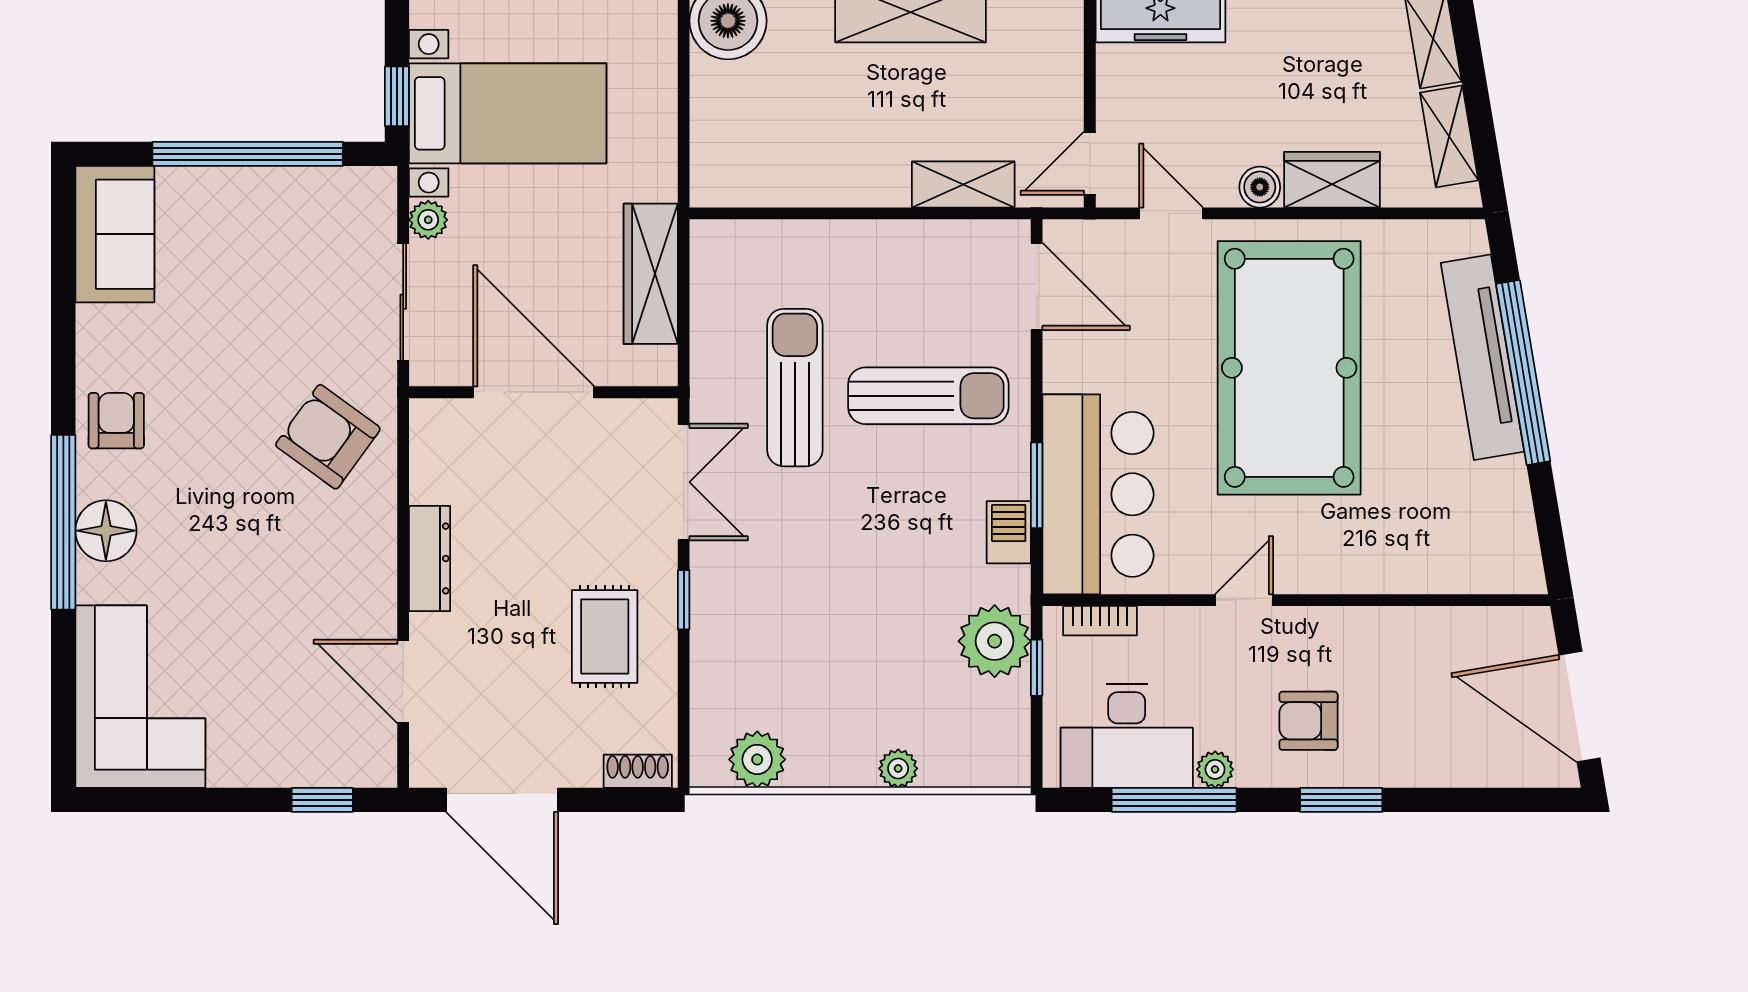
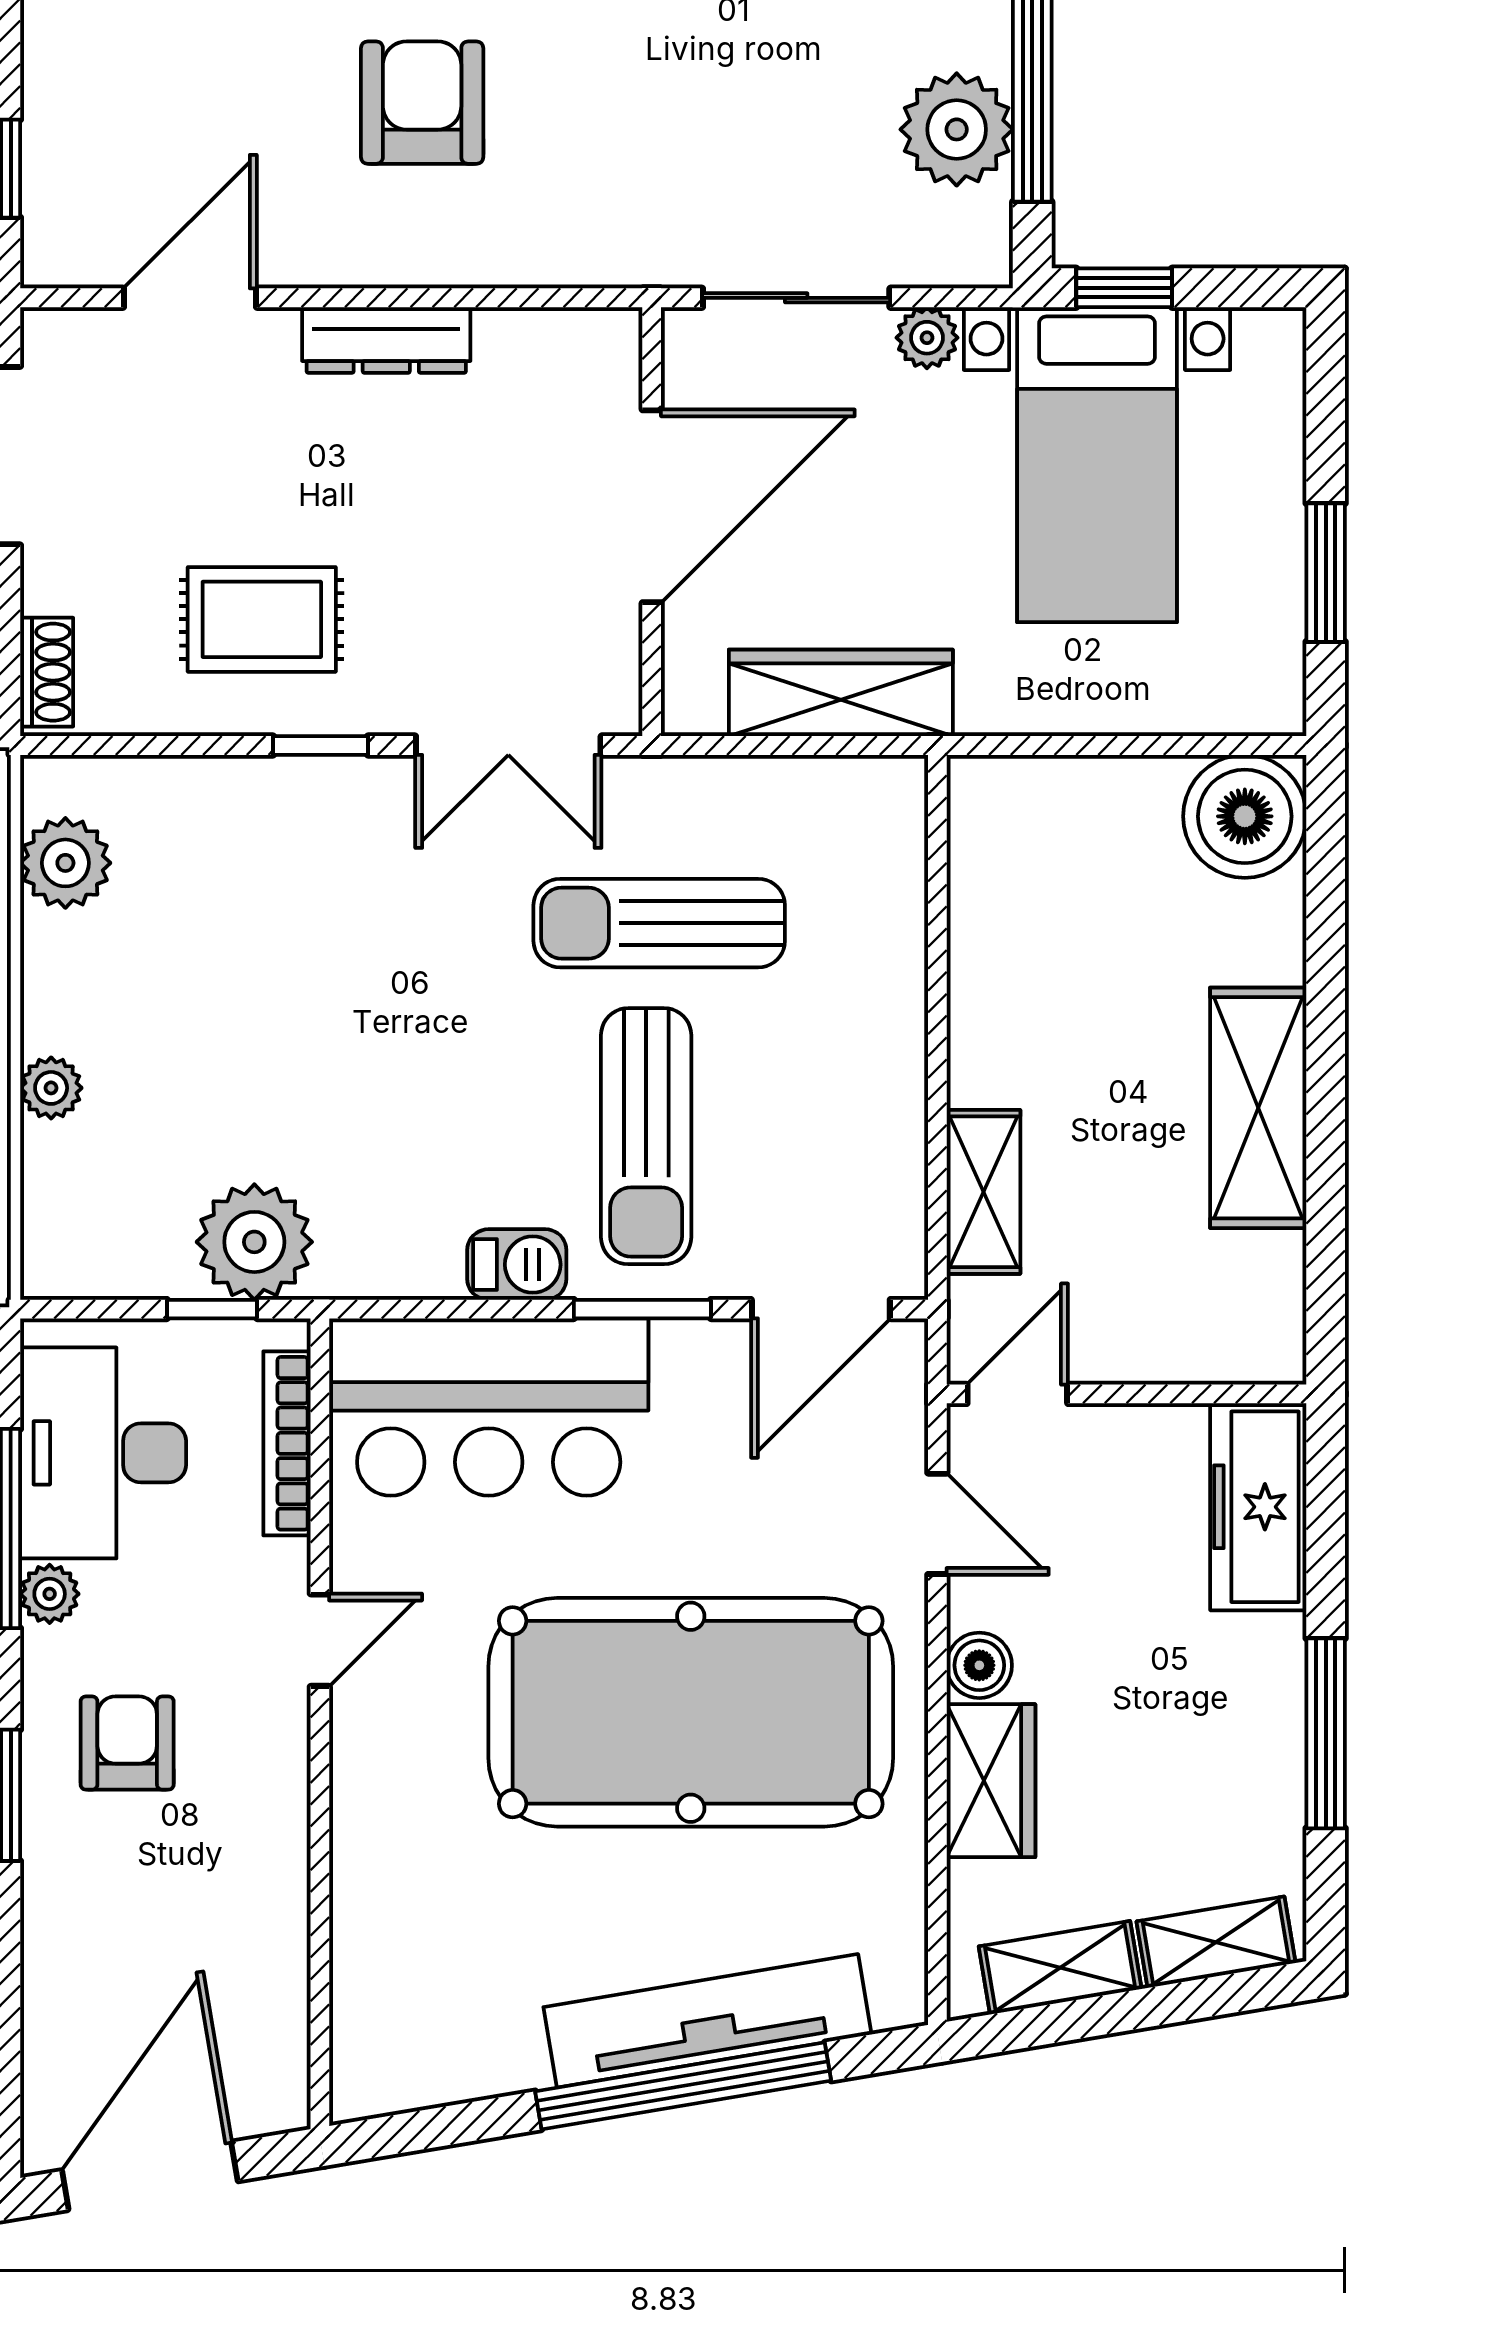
door: (1090, 163) -> (1017, 1394), hinge flipped
plant: (298, 201) -> (957, 129), added
door: (1171, 213) -> (937, 1524), hinge flipped
sun lounger: (795, 388) -> (659, 923), turned 180
armchair: (328, 437) -> (422, 103), moved, turned -36
window: (1037, 485) -> (642, 1309), moved
barbecue: (1009, 532) -> (517, 1265), moved
door: (1244, 600) -> (320, 1640), hinge flipped
bookcase: (1100, 621) -> (287, 1443), width x1.56

